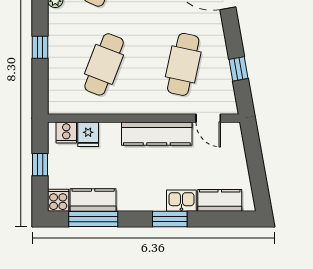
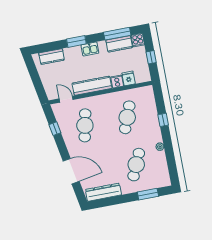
cooker: (66, 133) -> (117, 82), moved
kitchen sink: (181, 201) -> (90, 49), moved

